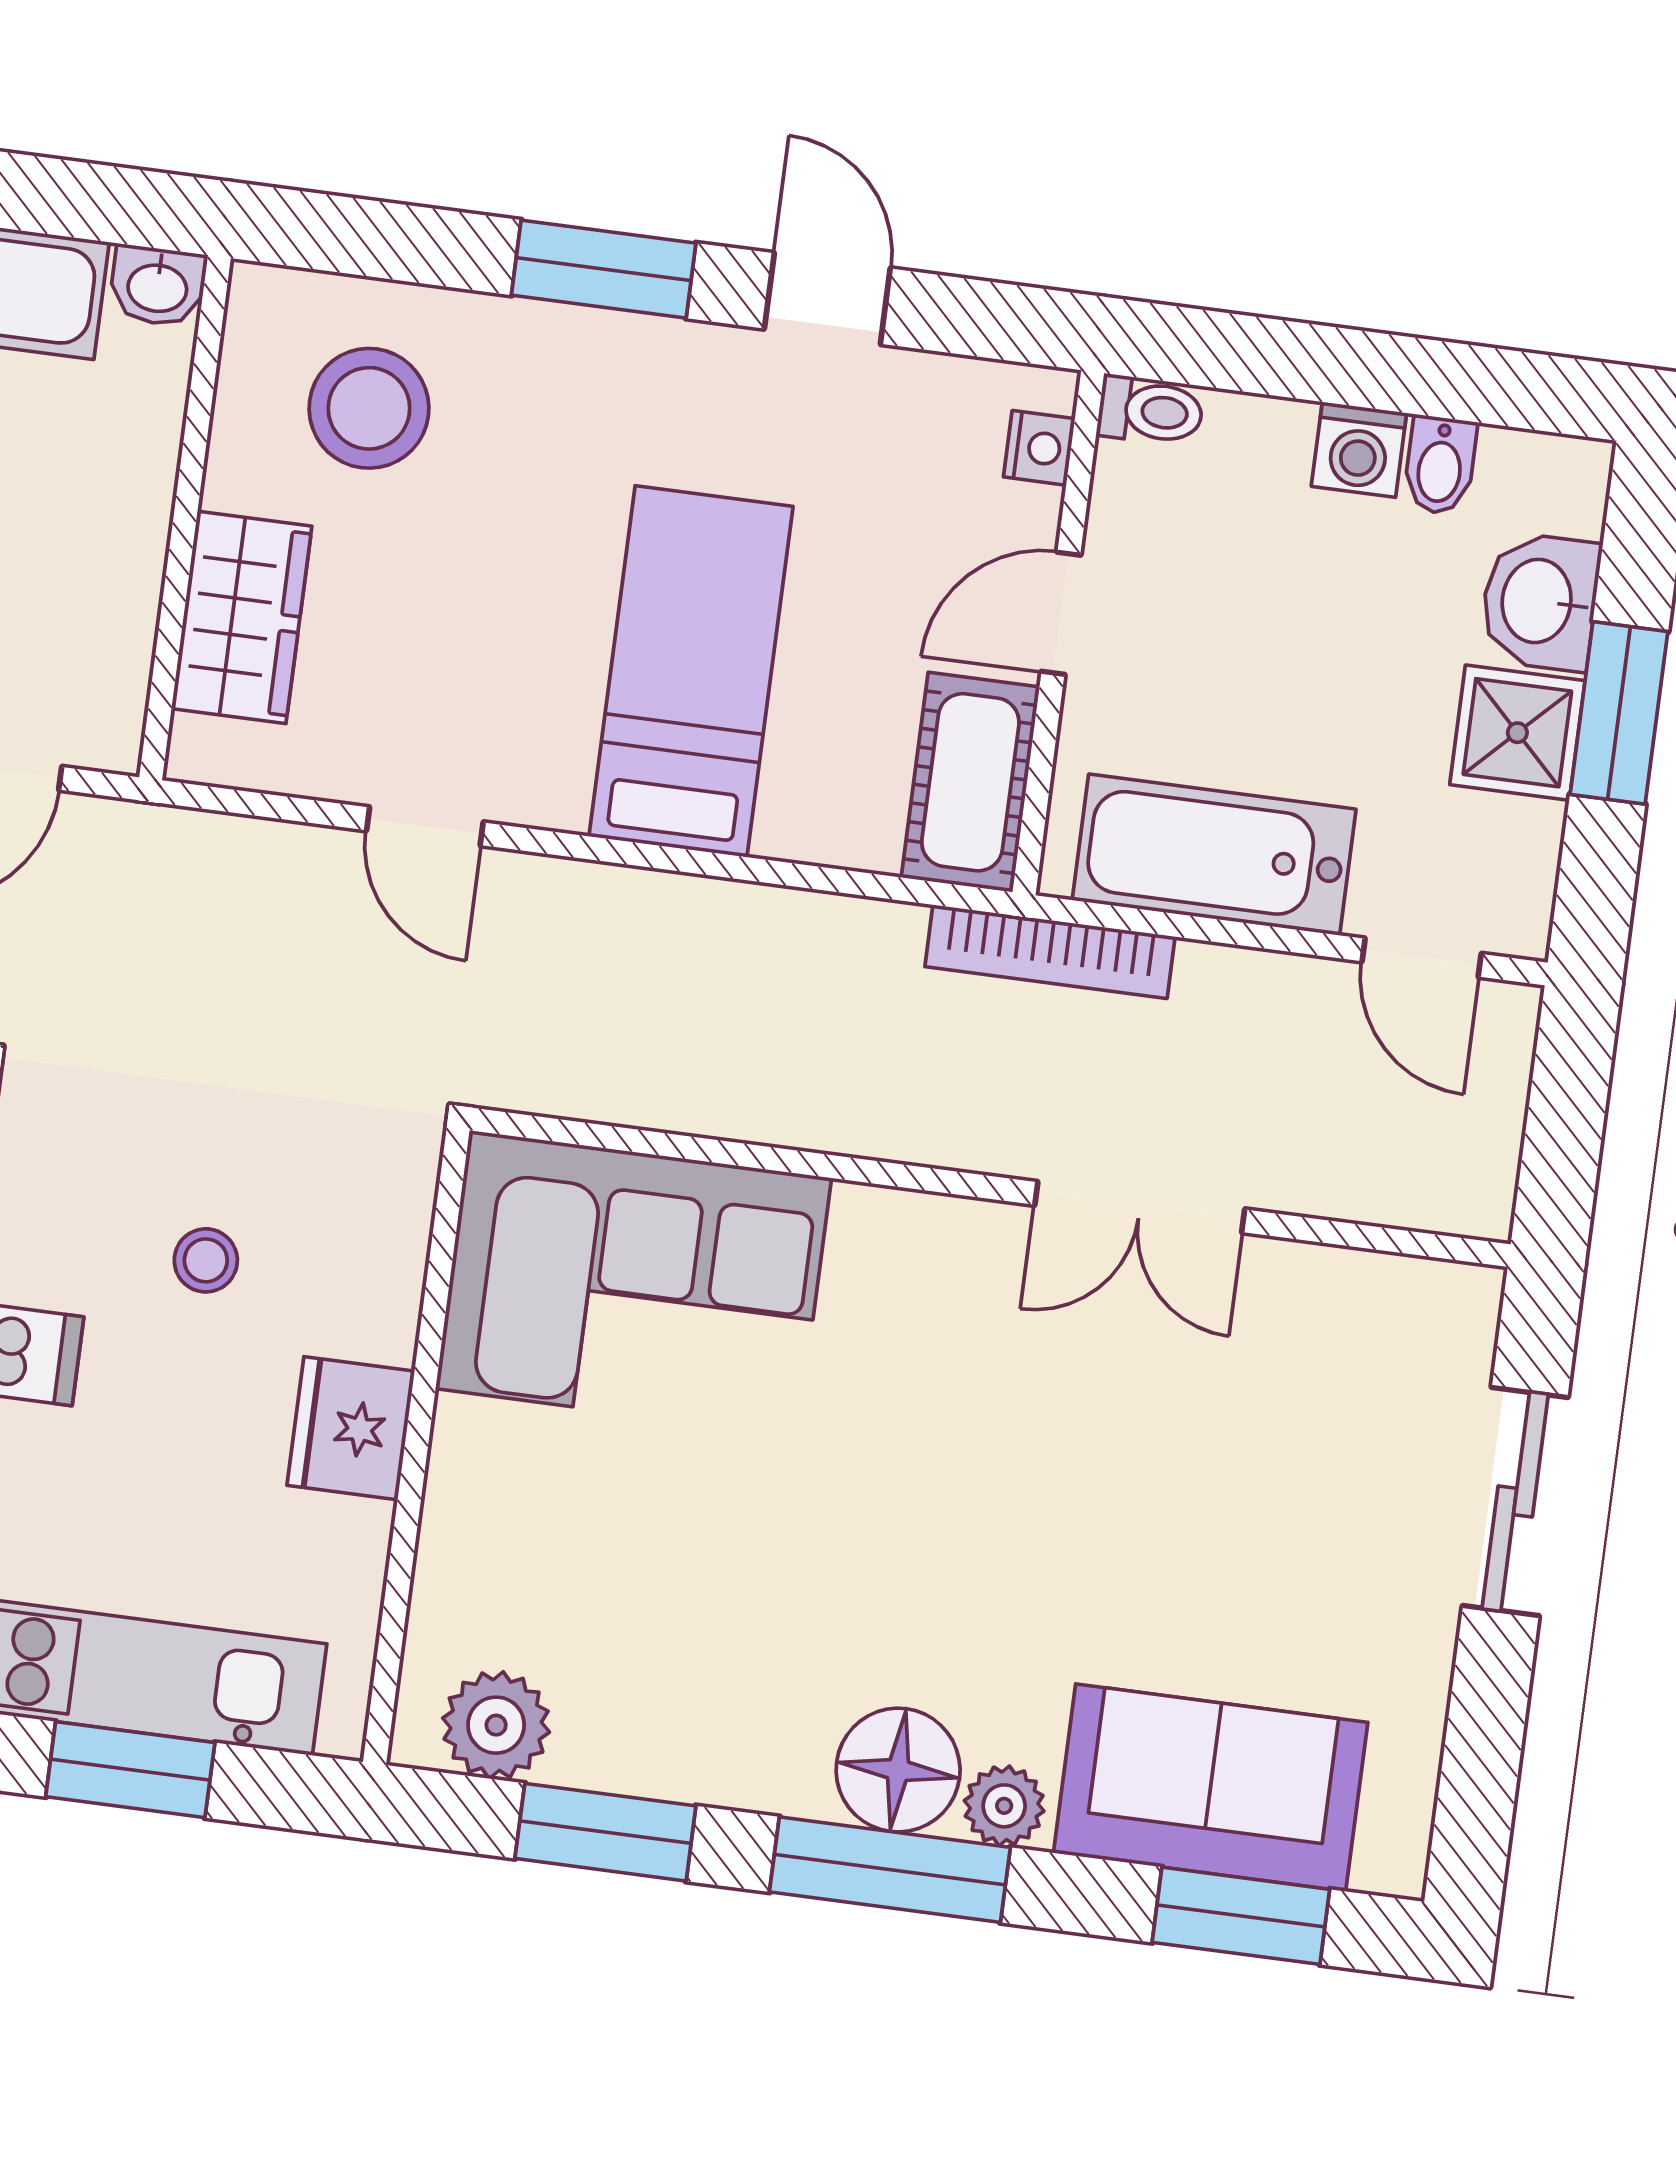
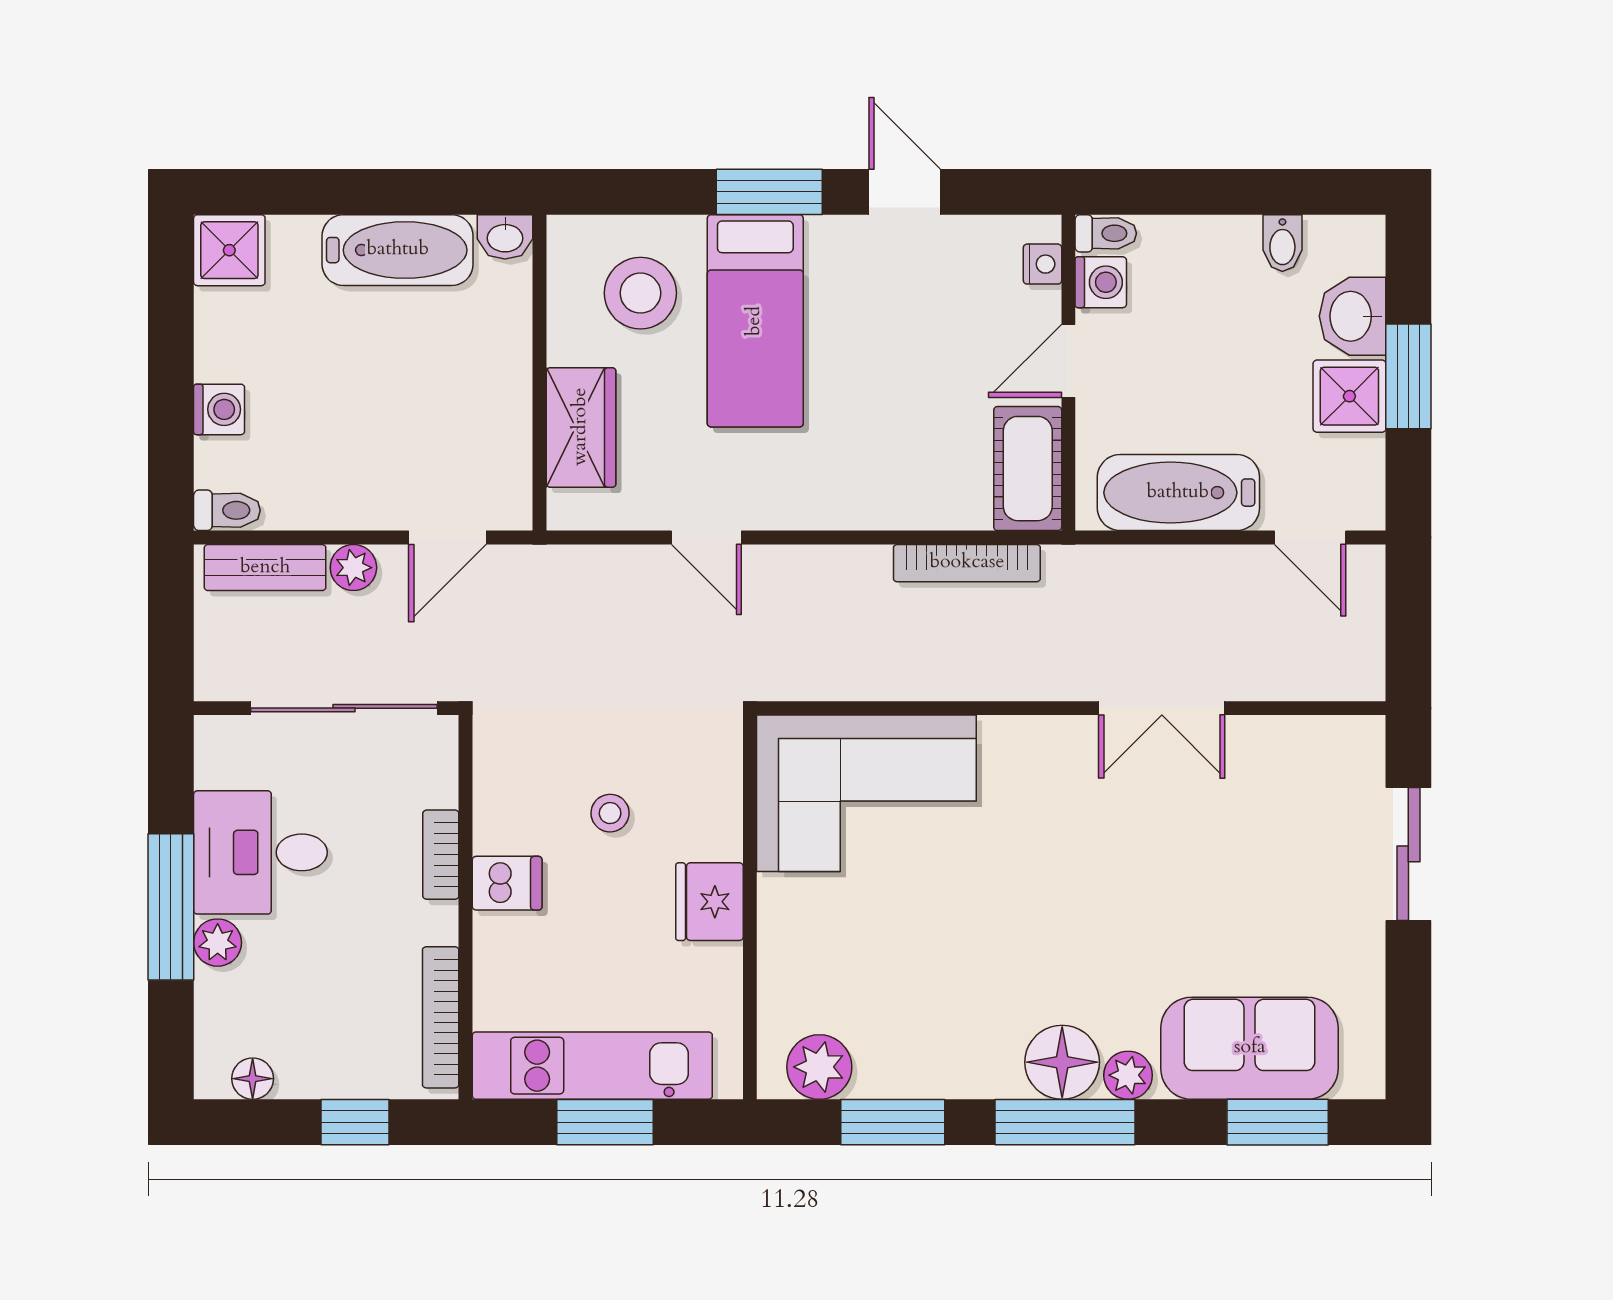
washing machine: (1359, 450) -> (1101, 282), moved, turned -90
bed: (691, 671) -> (755, 321), moved, turned 180
bookcase: (1050, 952) -> (967, 563), moved

